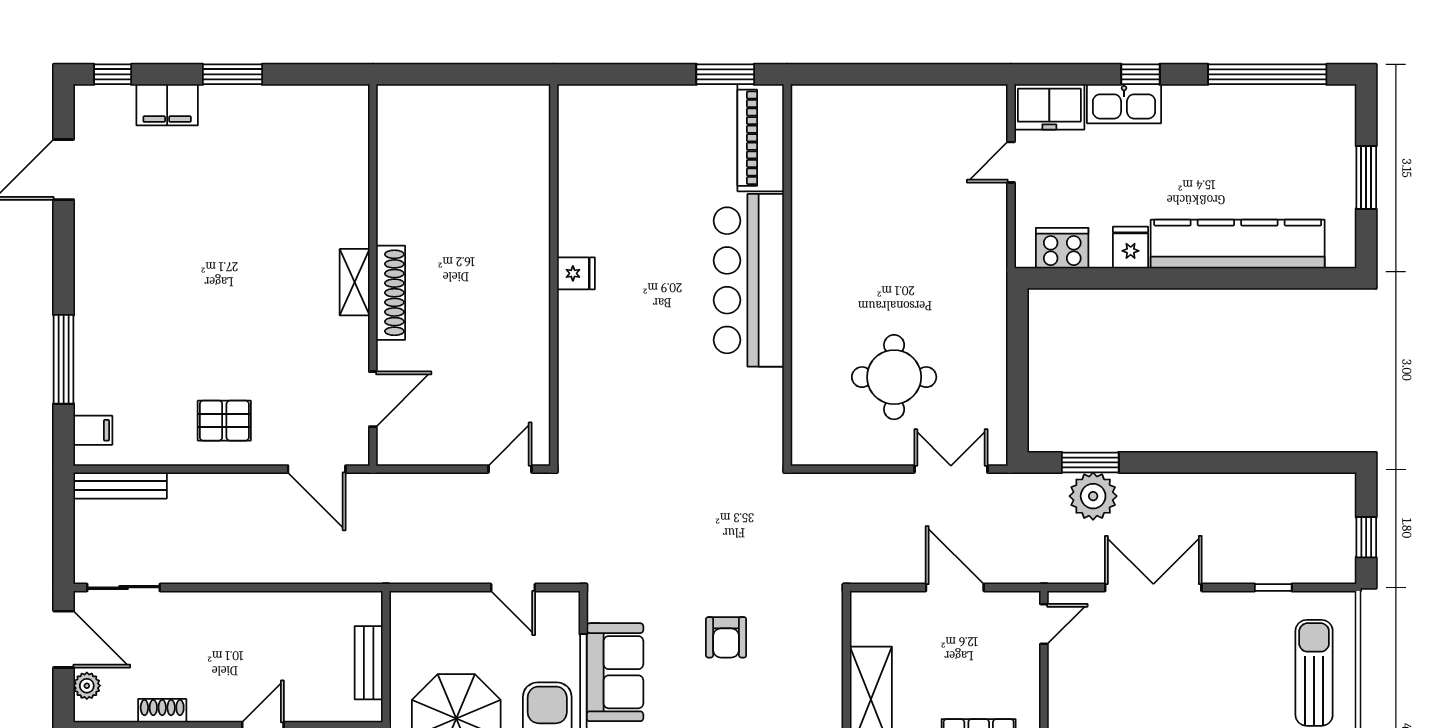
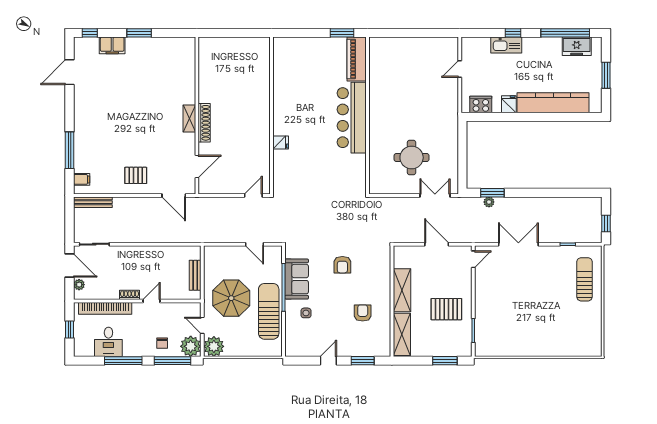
freezer: (1049, 107) -> (577, 46), moved
fridge: (576, 273) -> (281, 143), moved
plant: (1093, 496) -> (489, 202), width x0.53, depth x0.53
shoe rack: (162, 711) -> (130, 295), moved

